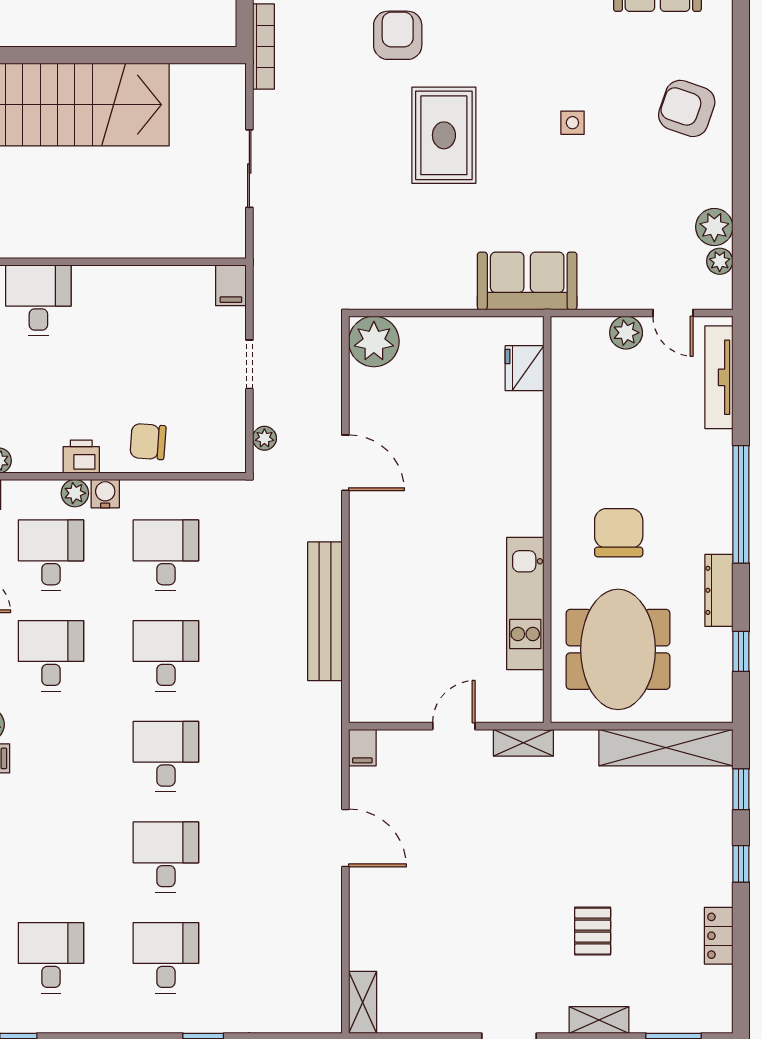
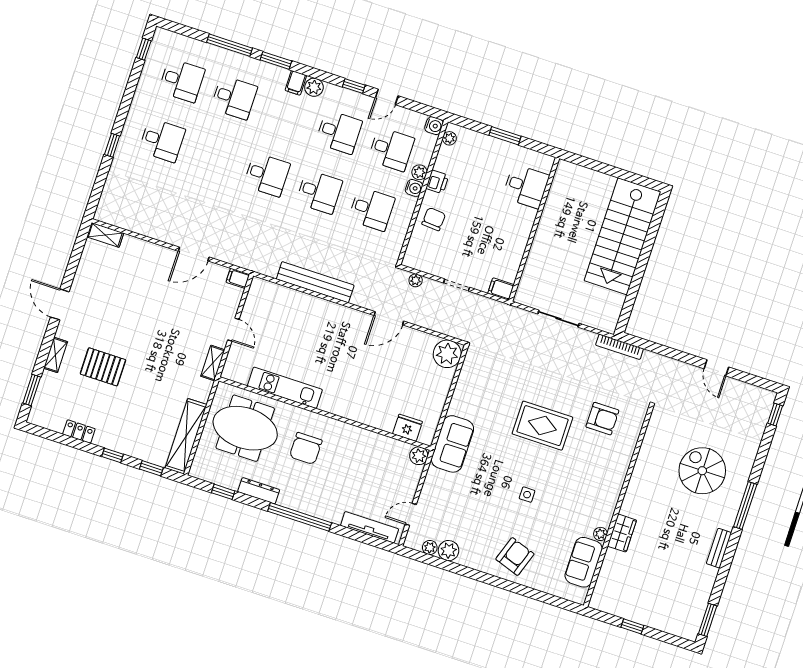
plant: (626, 333) -> (419, 456), moved
chair: (619, 533) -> (306, 448), turned 90
desk: (166, 857) -> (234, 98), moved
pallet: (593, 931) -> (103, 367), width x1.50, depth x1.42

